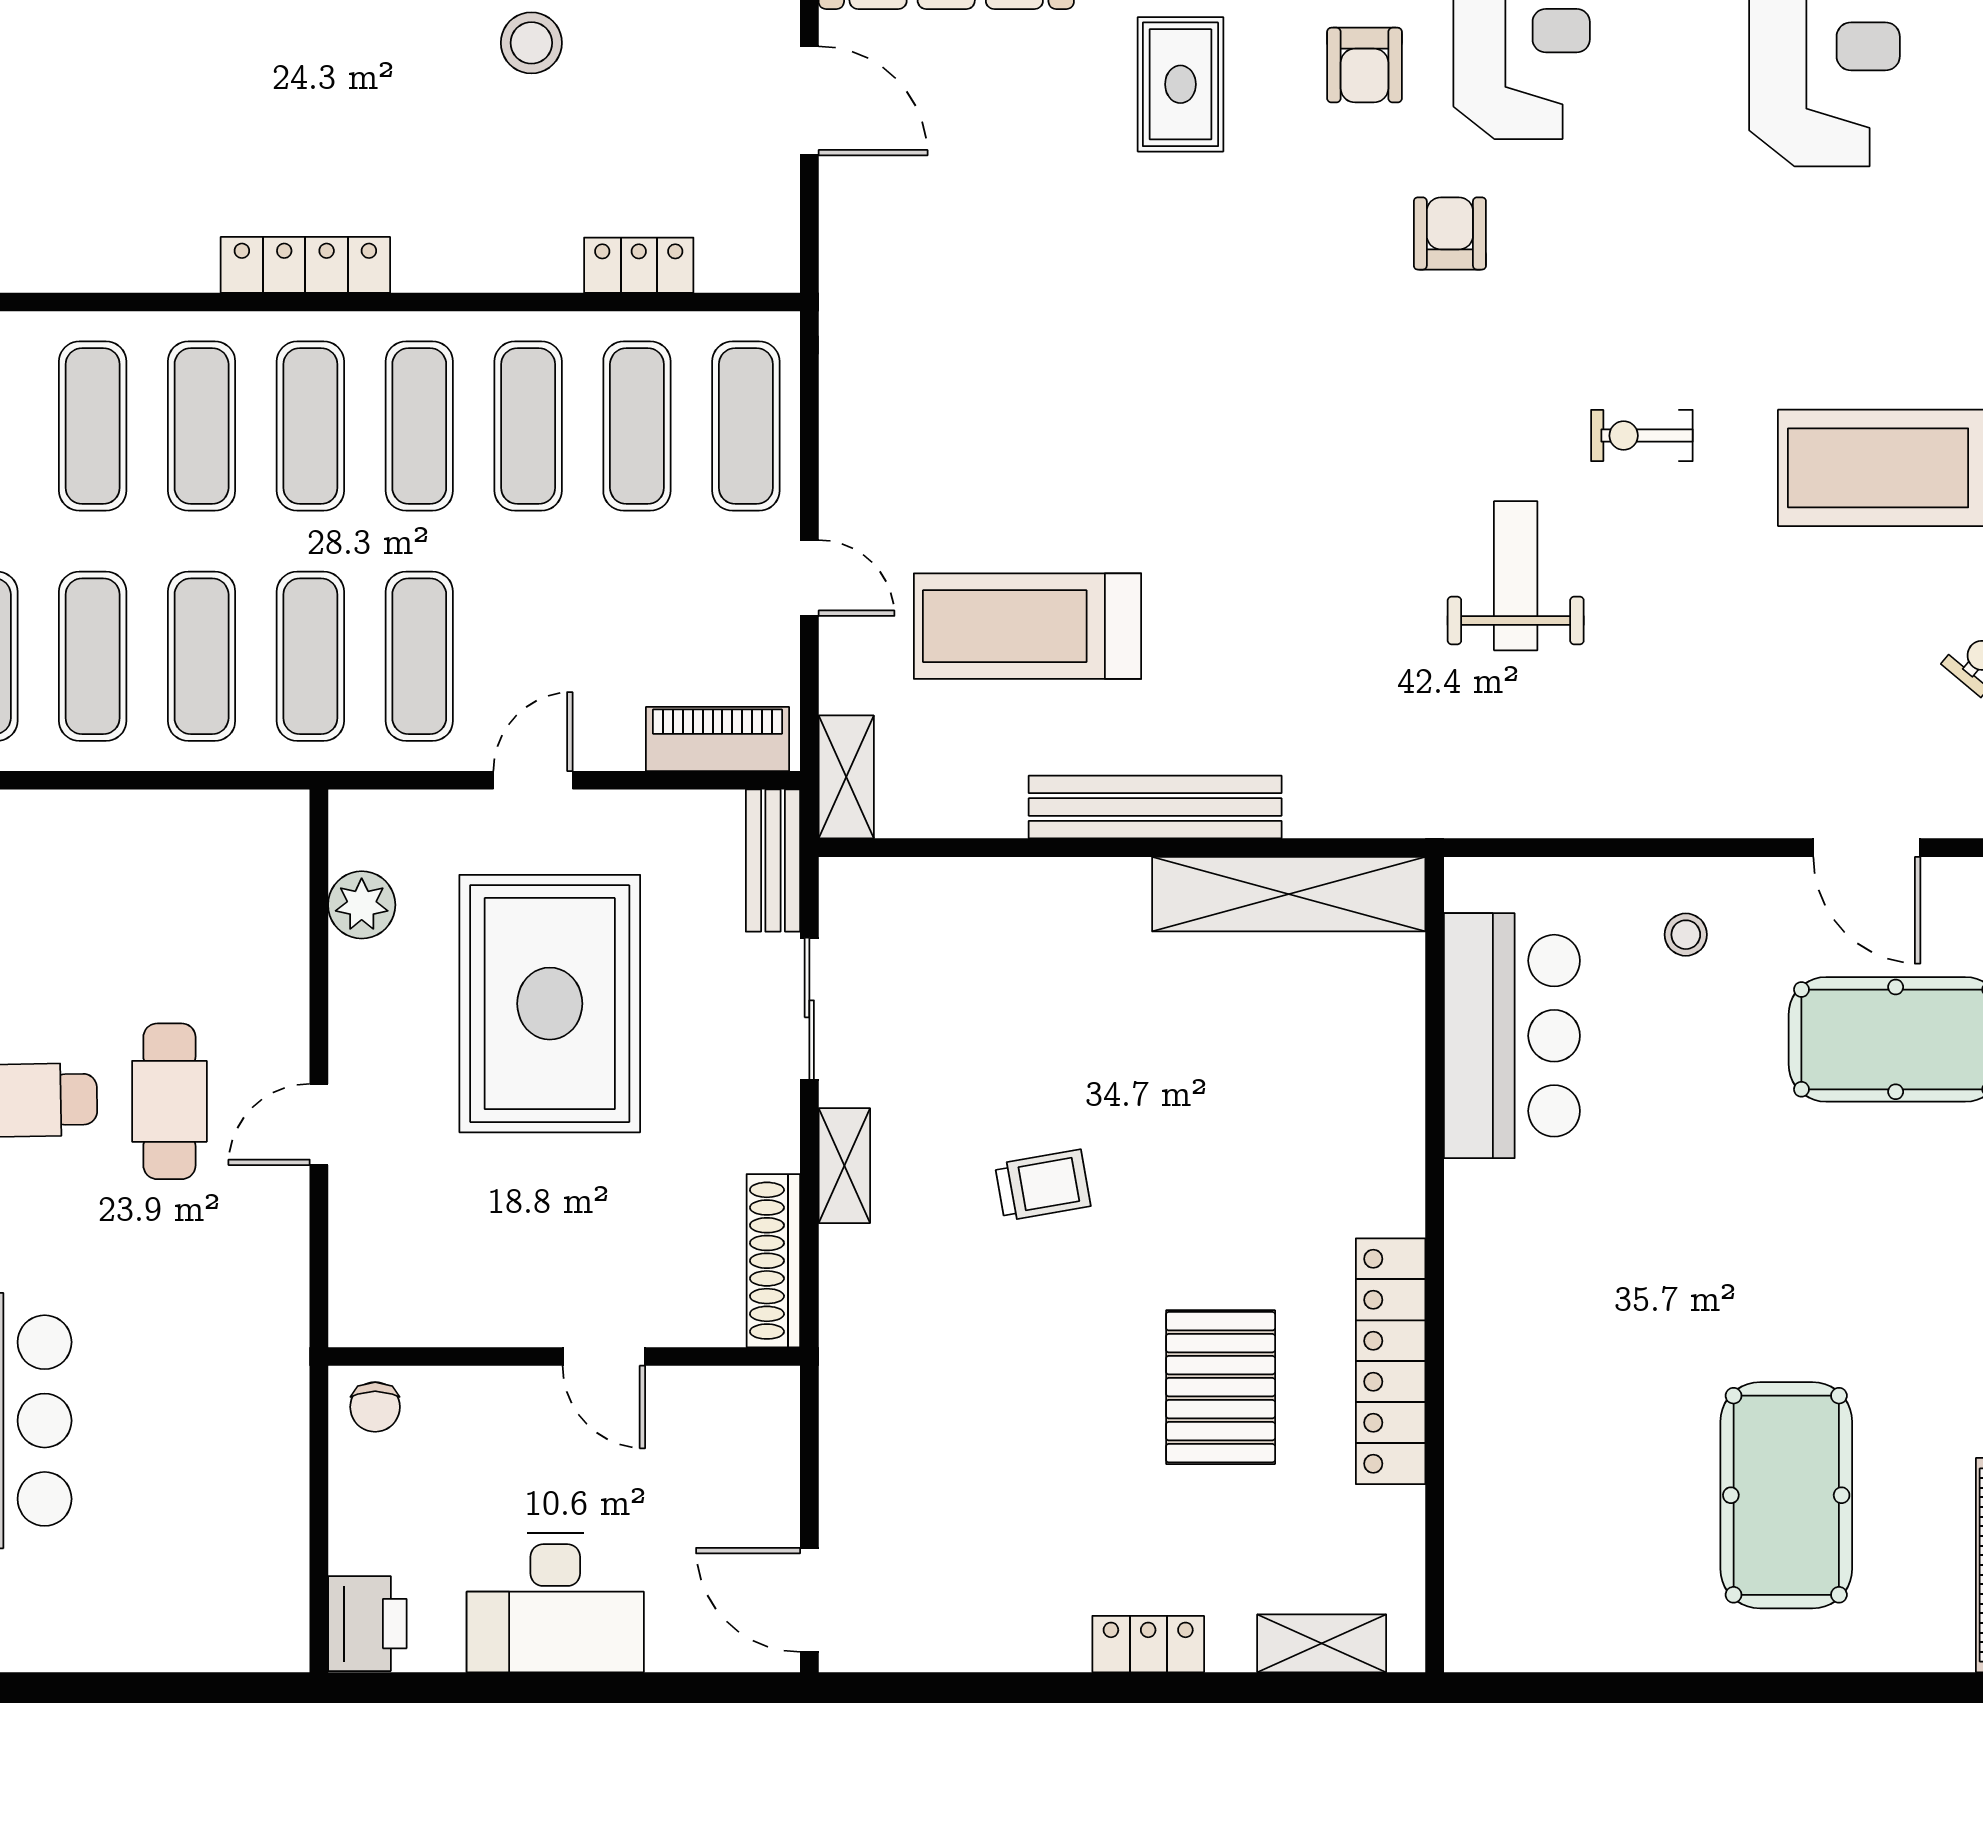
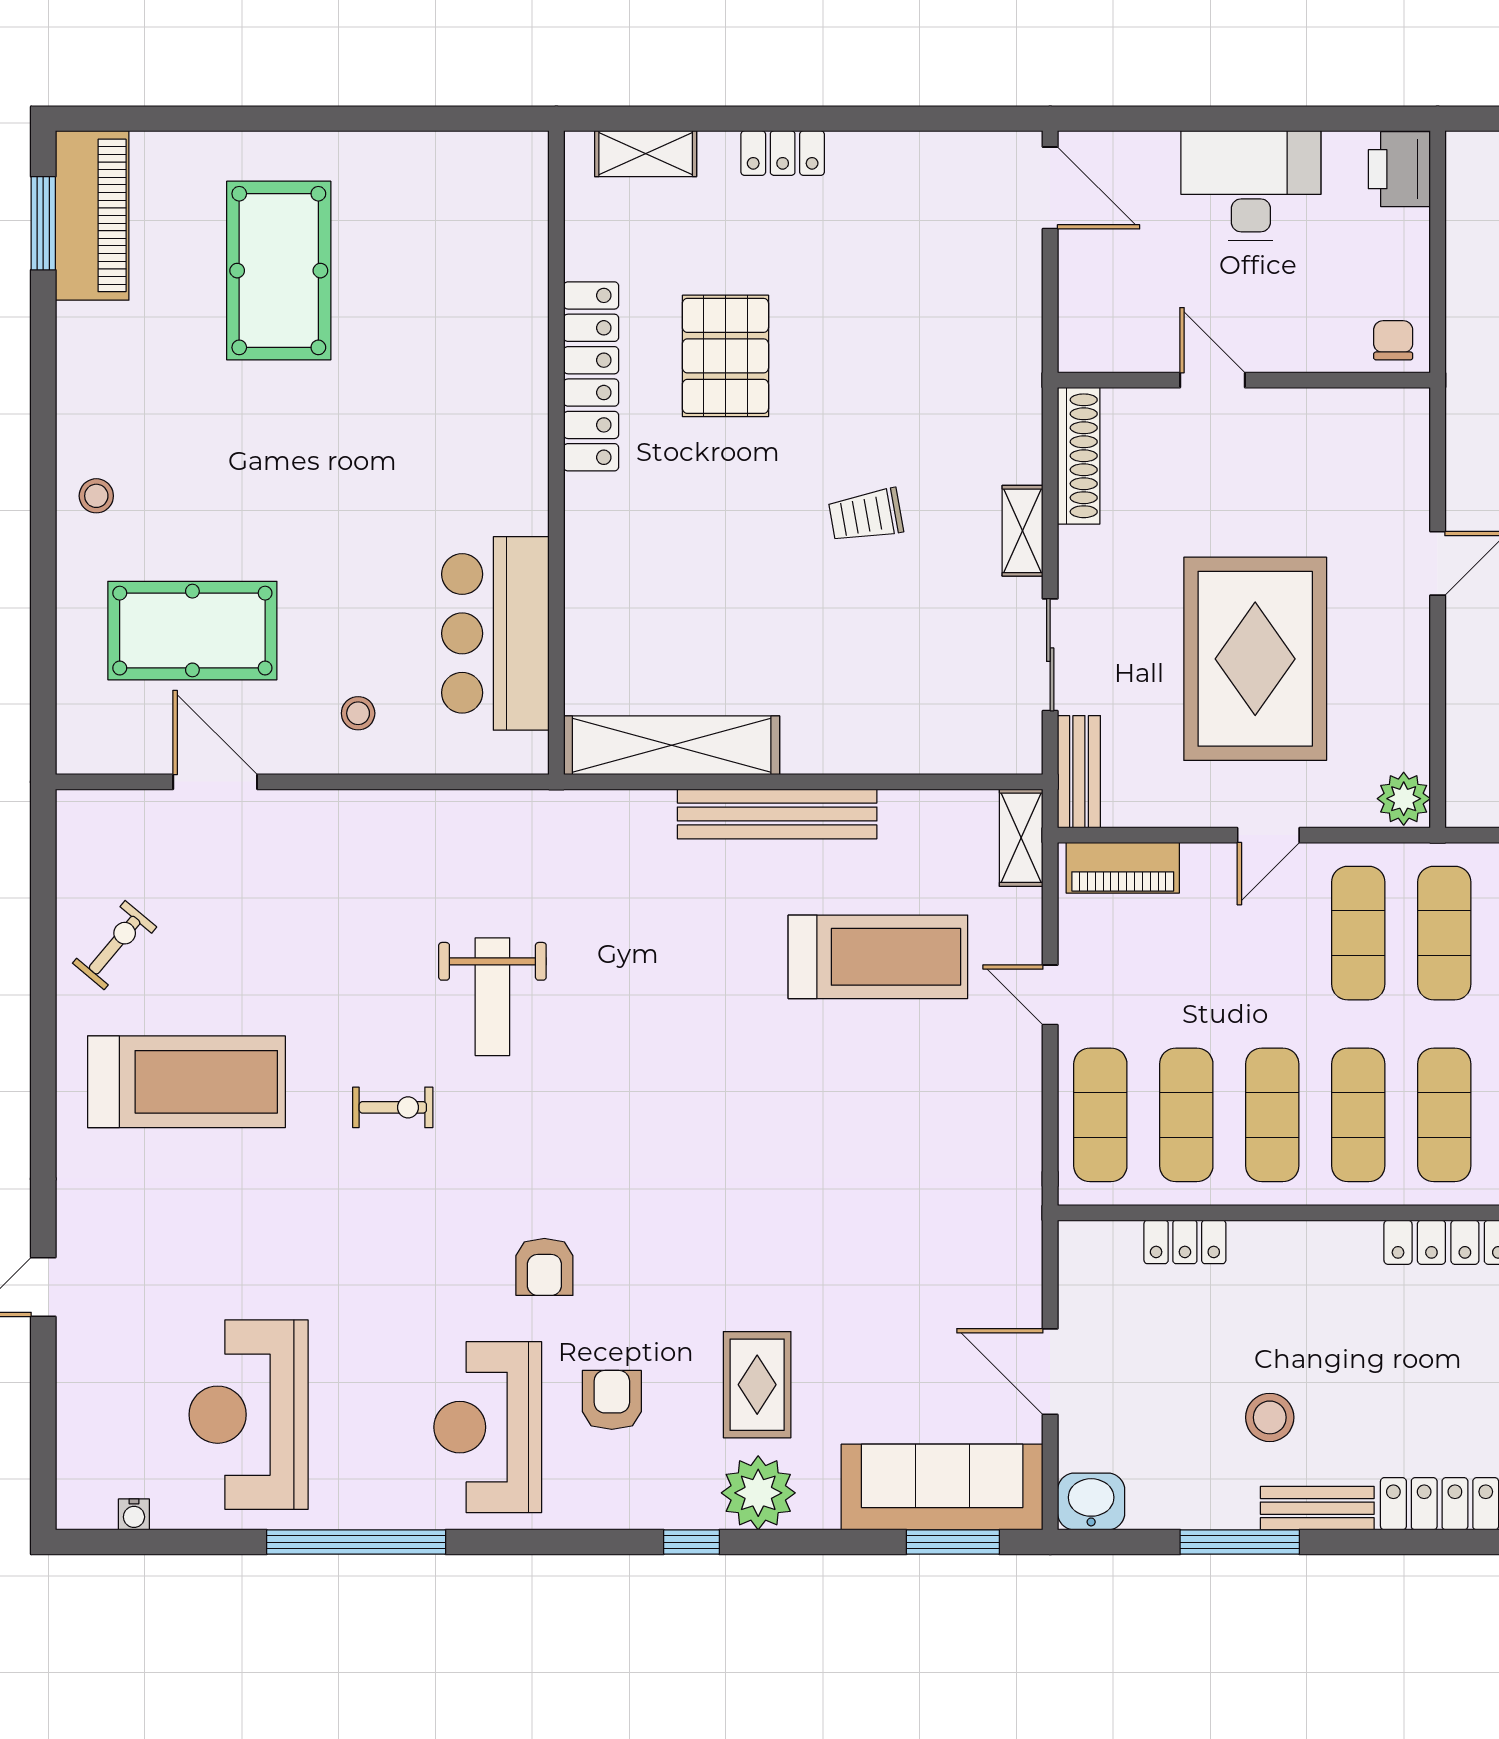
plant: (362, 905) -> (1404, 799), moved

